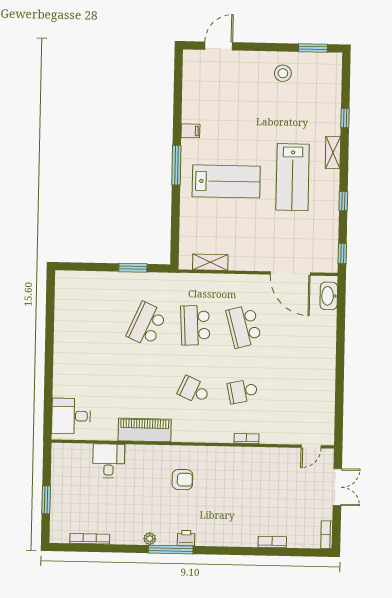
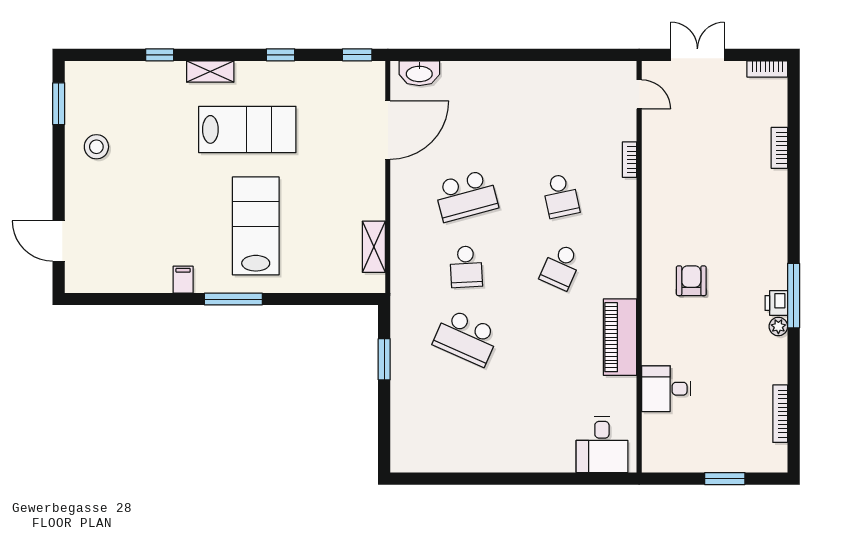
school desk: (195, 325) -> (466, 267), width x0.54
bookcase: (247, 439) -> (630, 160), moved
printer: (186, 538) -> (776, 303), moved

